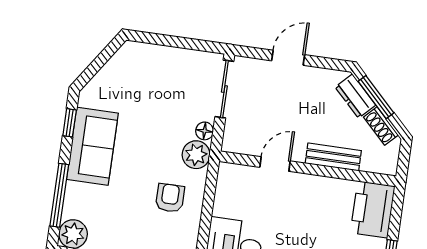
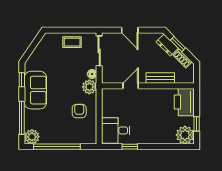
door: (288, 58) -> (130, 30), swing flipped
coffee table: (175, 65) -> (72, 42), added
window: (376, 97) -> (178, 44), width x0.67

